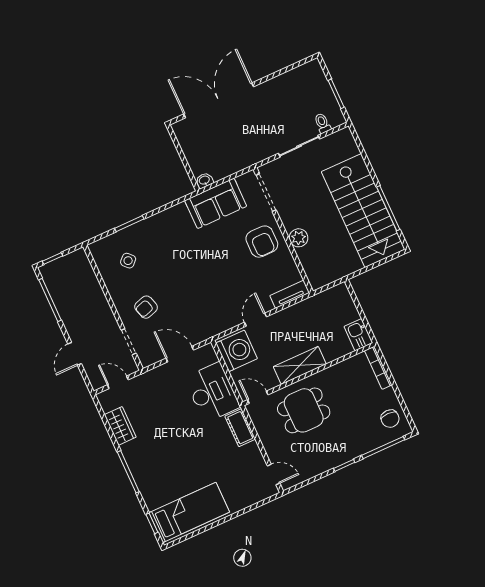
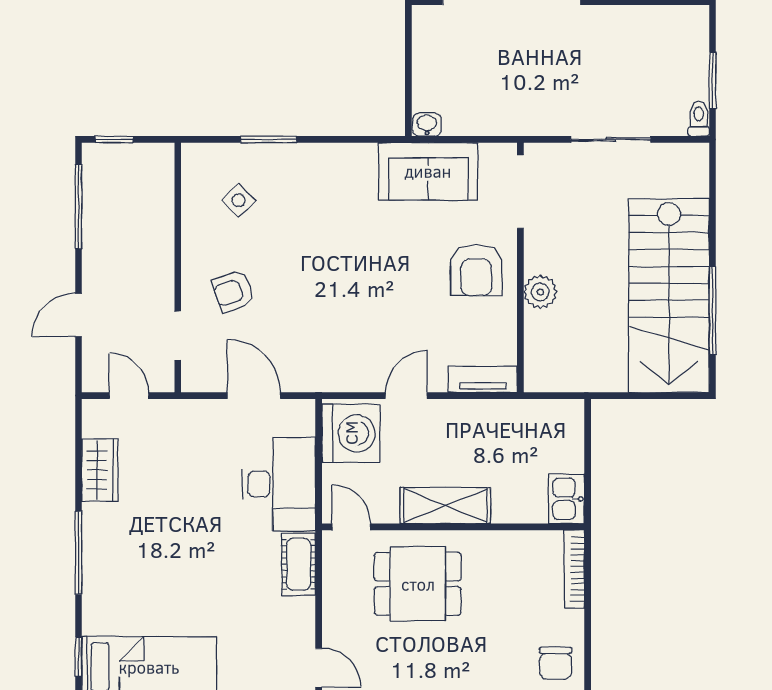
toilet: (322, 123) -> (699, 119), moved

